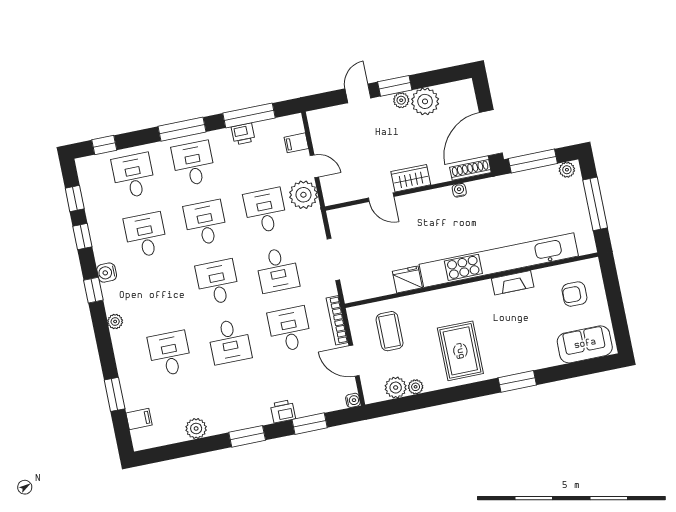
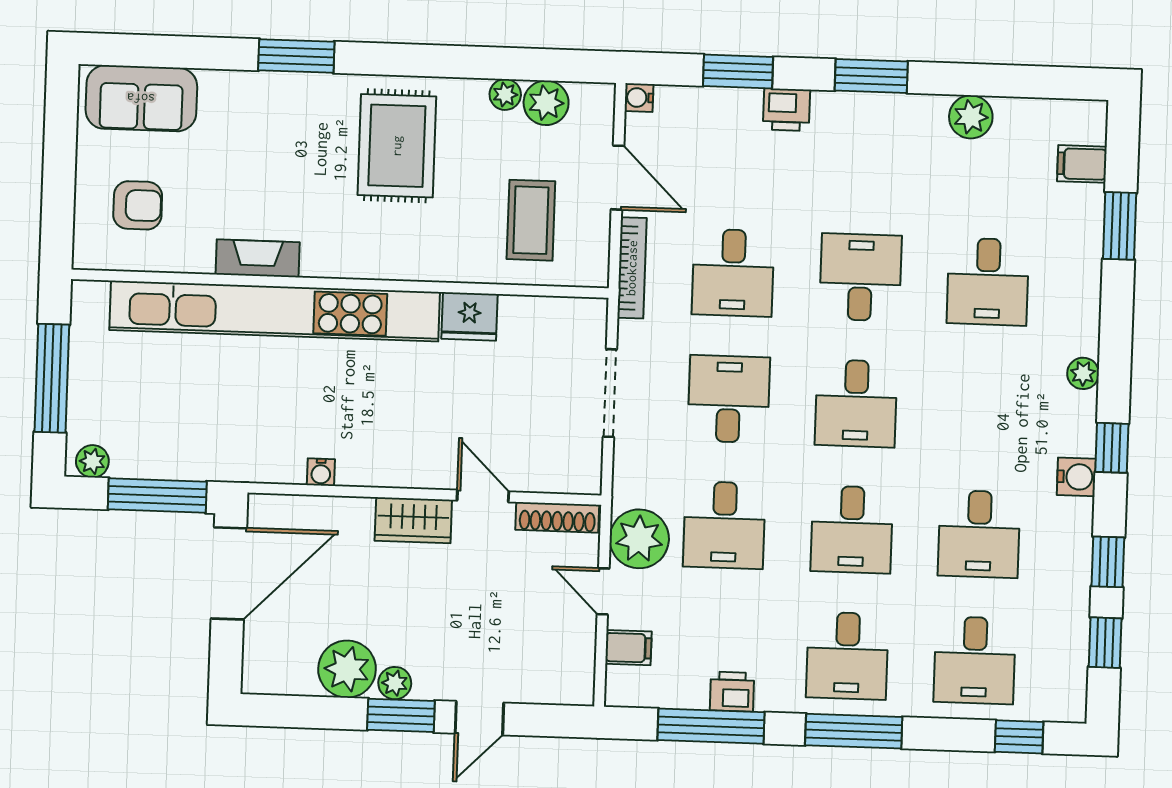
shoe rack: (470, 170) -> (557, 517), moved

